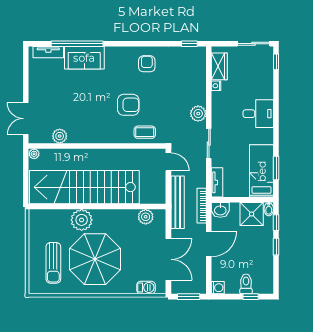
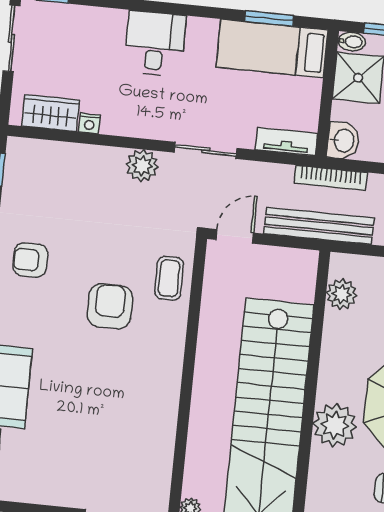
plant: (60, 136) -> (159, 453), removed

